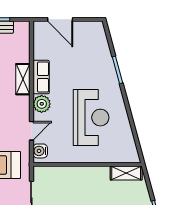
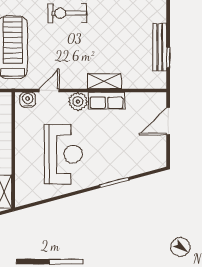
reception desk: (91, 118) -> (63, 154), turned -90
door: (31, 131) -> (49, 90), swing flipped

